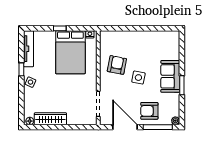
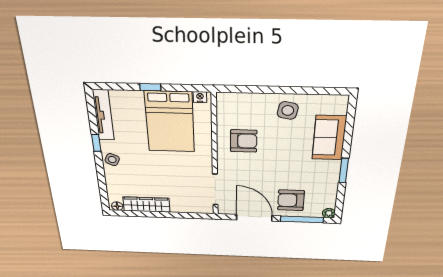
armchair: (117, 65) -> (244, 141), turned 79
sofa: (170, 76) -> (329, 138), moved
side table: (138, 78) -> (288, 110), moved

